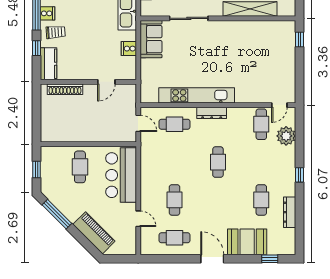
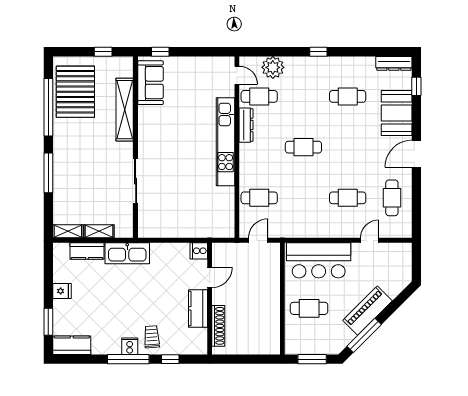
sofa: (151, 39) -> (150, 83), moved, turned 90
cooker: (129, 49) -> (199, 251), moved, turned 90
kitchen counter: (48, 64) -> (198, 308), moved, turned -90
door: (106, 82) -> (210, 277), hinge flipped
kitchen unit: (197, 95) -> (226, 142), moved
dresser: (212, 113) -> (246, 125), moved
cafe table: (175, 124) -> (259, 198), turned 90
window: (36, 170) -> (312, 359), width x1.50
dresser: (290, 212) -> (394, 63), moved
piano: (94, 233) -> (368, 311), moved

